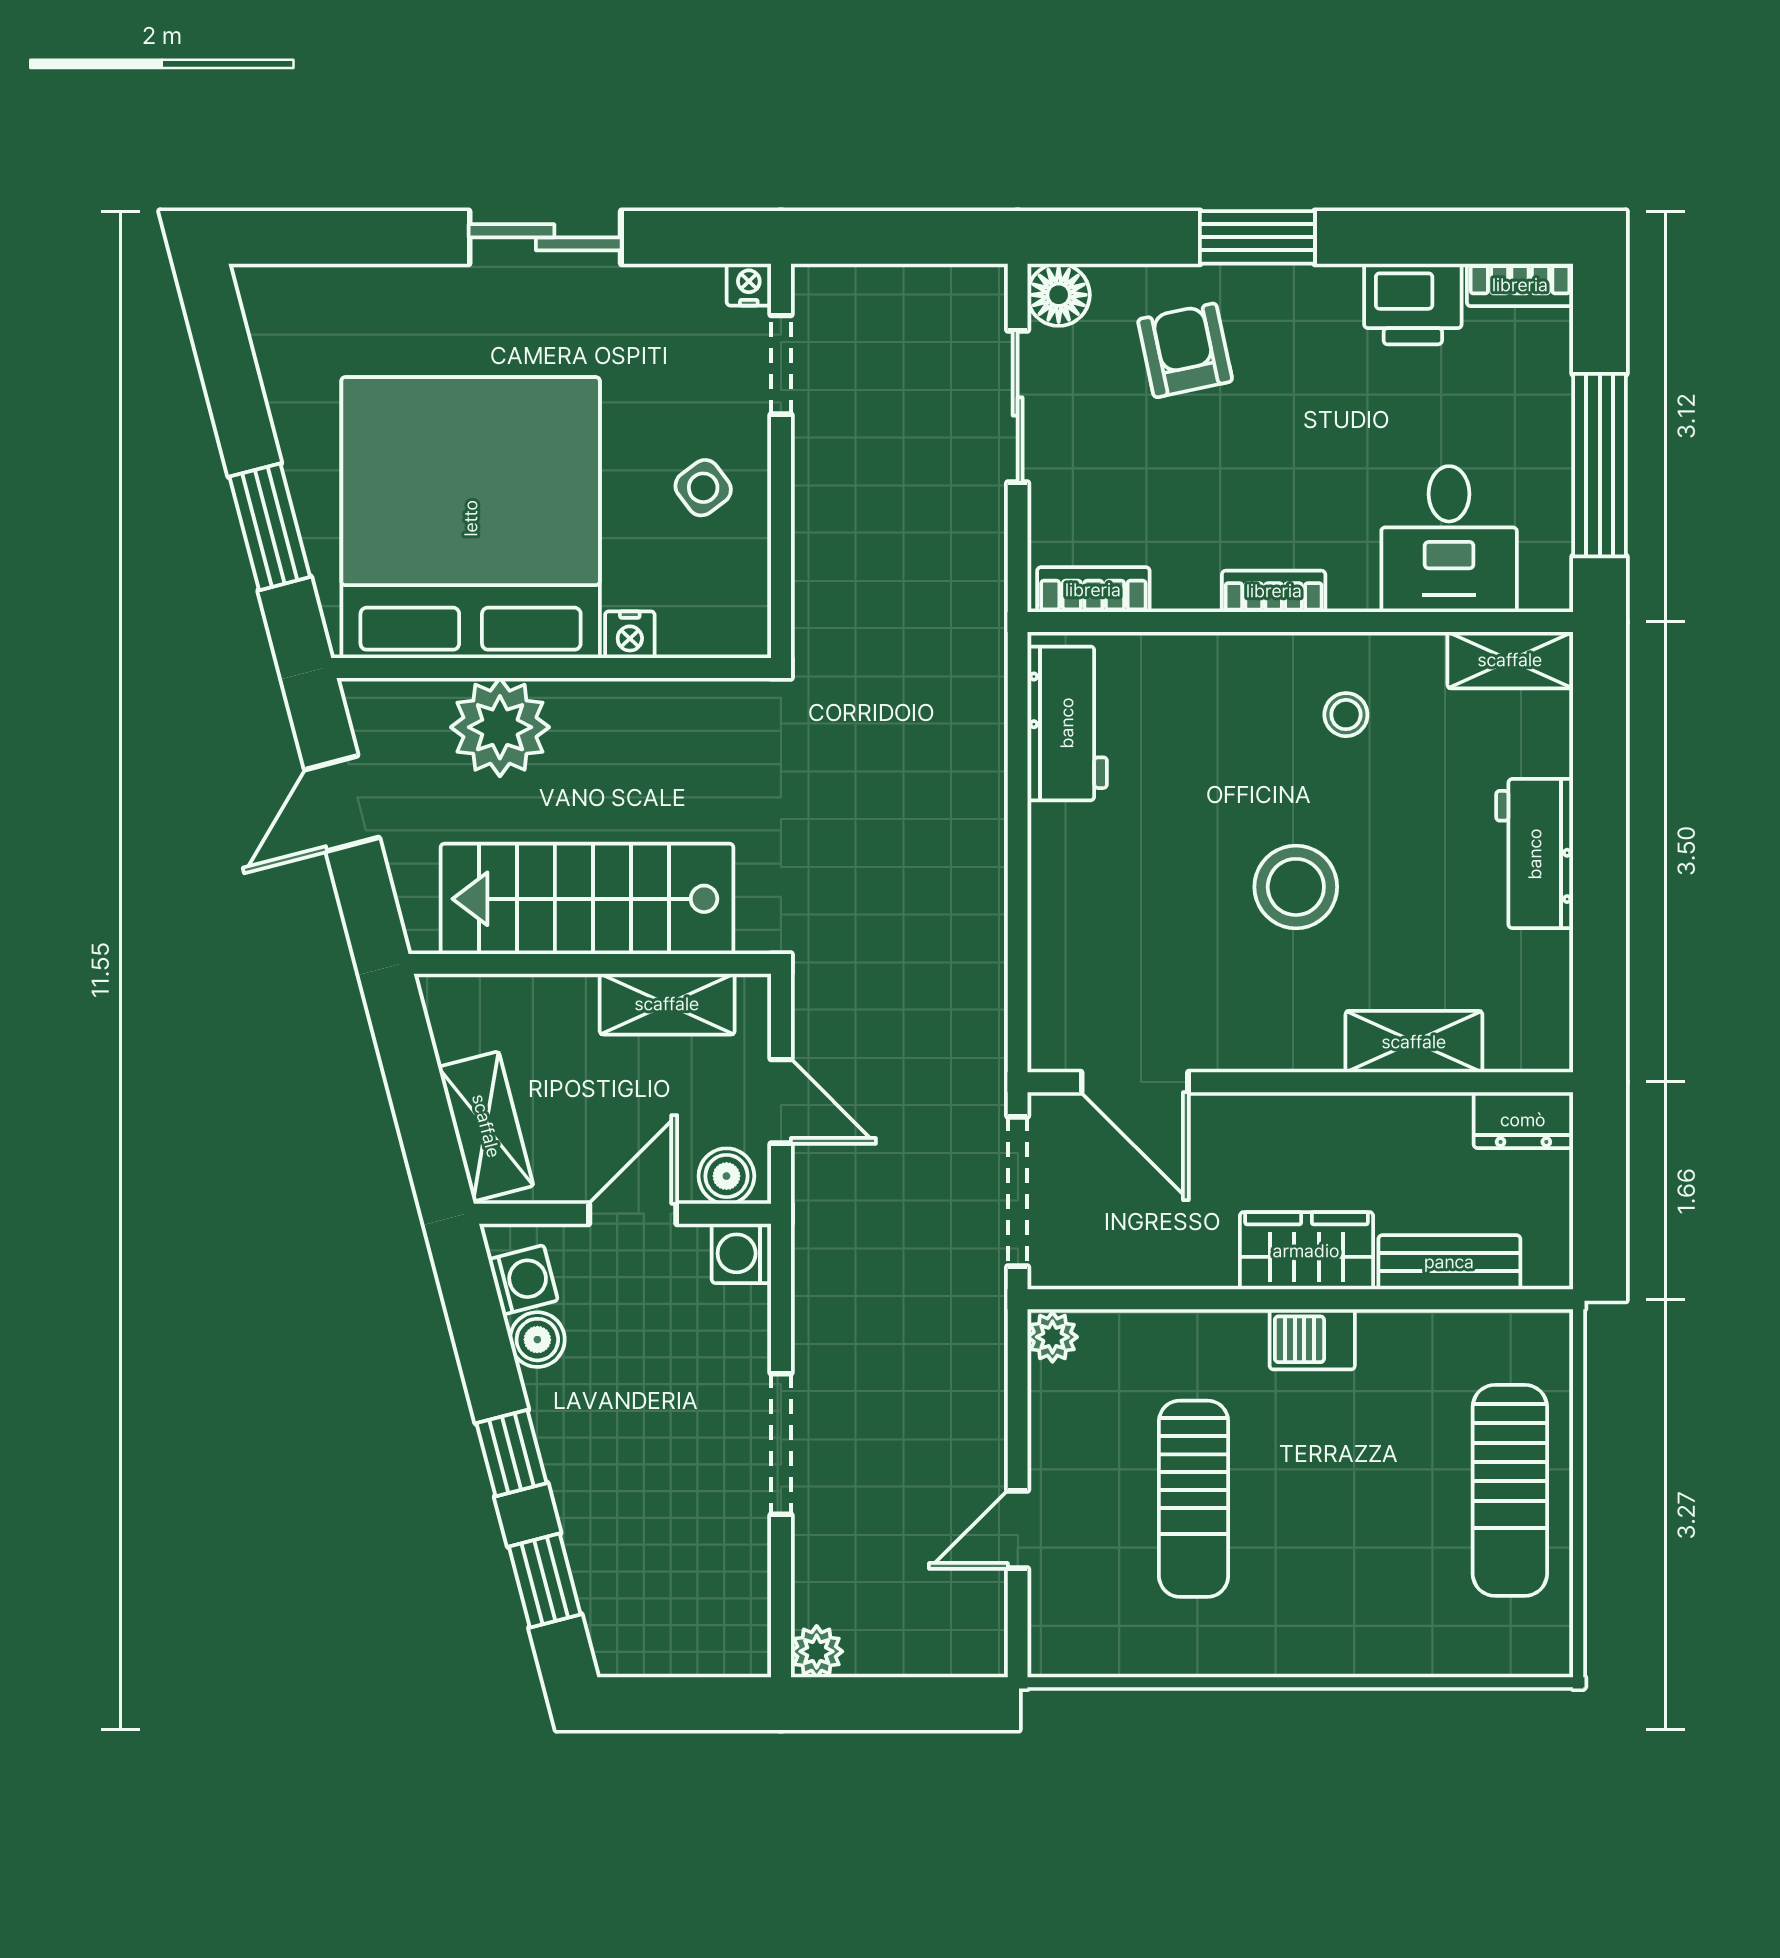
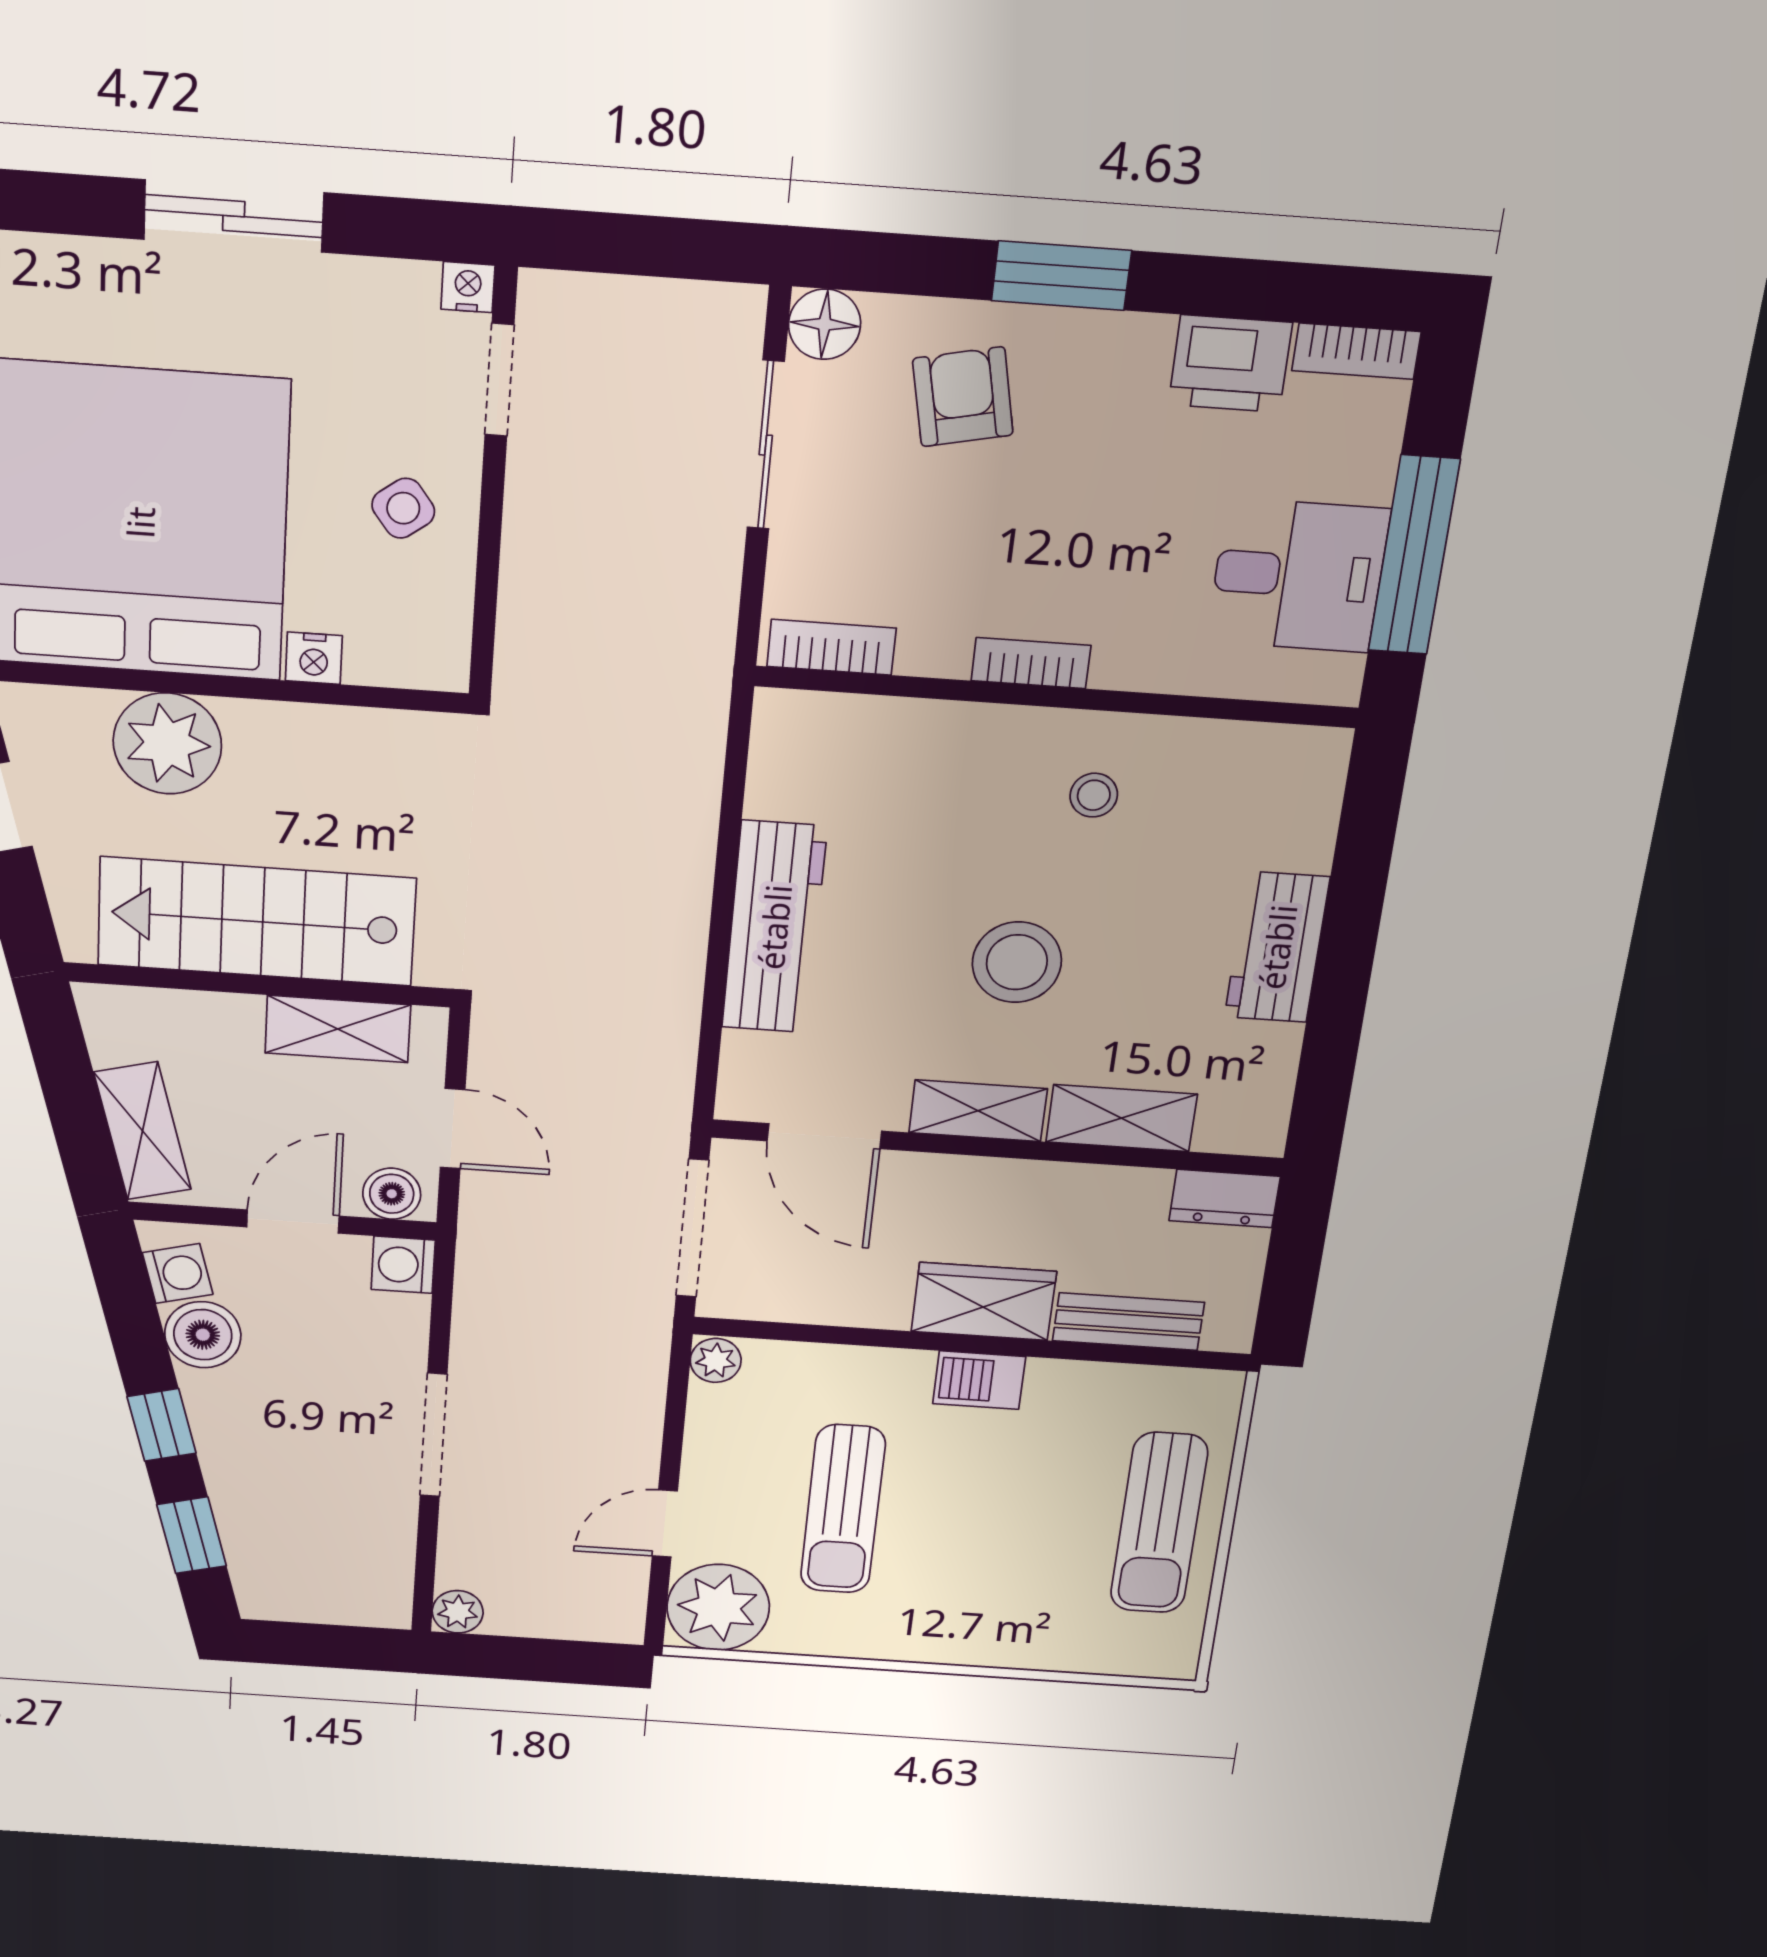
desk: (1449, 539) -> (1298, 576), moved, turned -90
shelving: (1510, 660) -> (978, 1111), moved
workbench: (1067, 723) -> (774, 927), moved, width x1.38
boiler: (537, 1340) -> (203, 1335), width x1.36, depth x1.36
plant: (1079, 1625) -> (718, 1607), added

